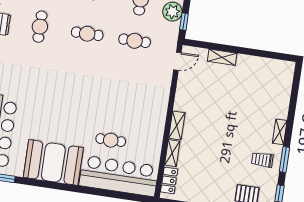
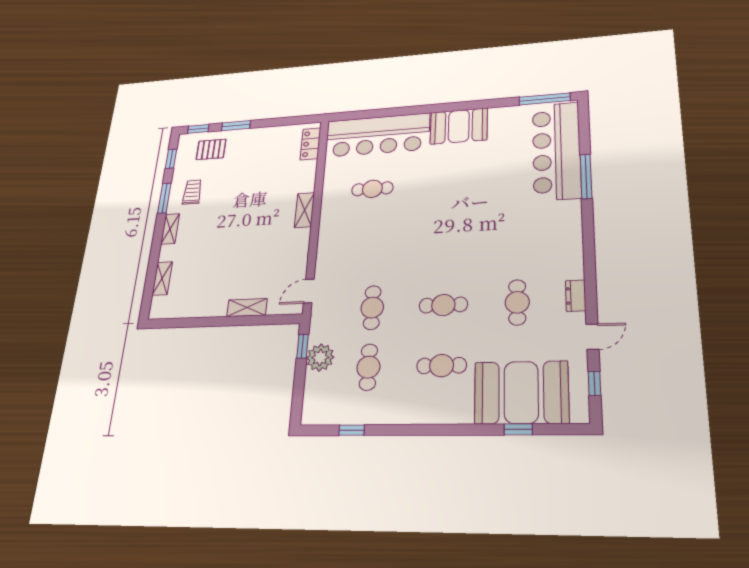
cafe table: (135, 41) -> (372, 308), turned 90
cafe table: (111, 140) -> (372, 189), moved
shelving: (172, 153) -> (162, 278), moved
trolley: (262, 160) -> (192, 192), turned -90
booth: (53, 162) -> (459, 126), width x0.73, depth x0.70

